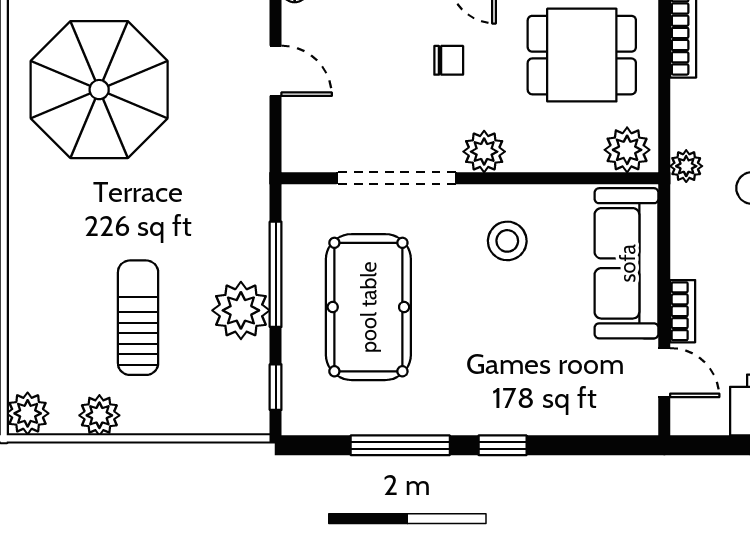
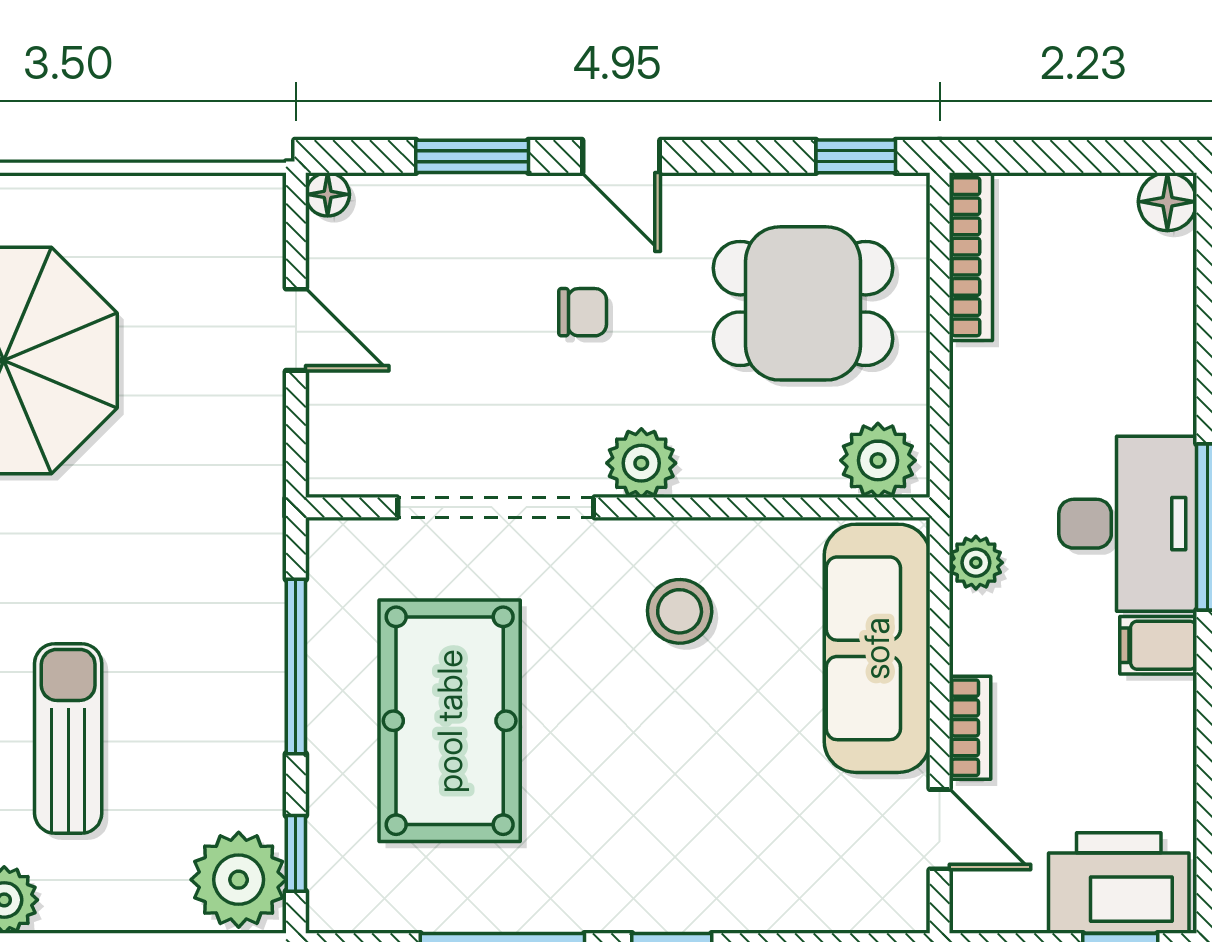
plant: (686, 166) -> (976, 563), moved
plant: (241, 310) -> (239, 880), moved

